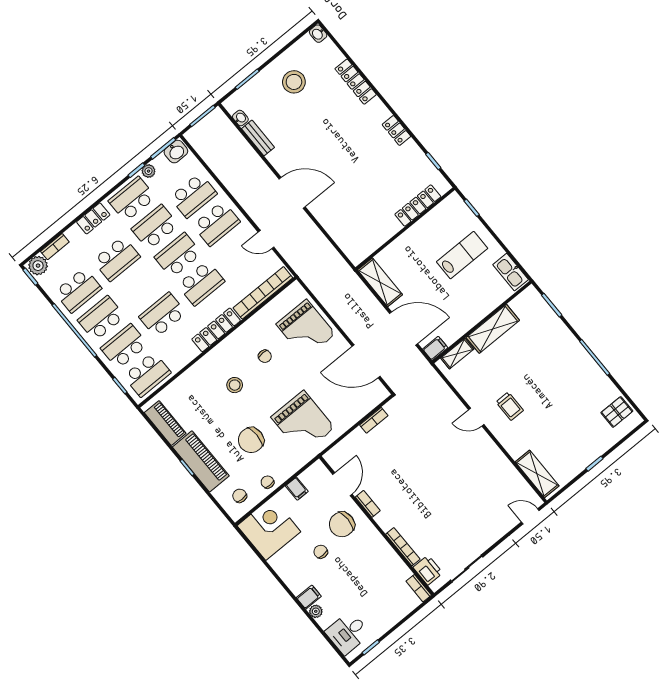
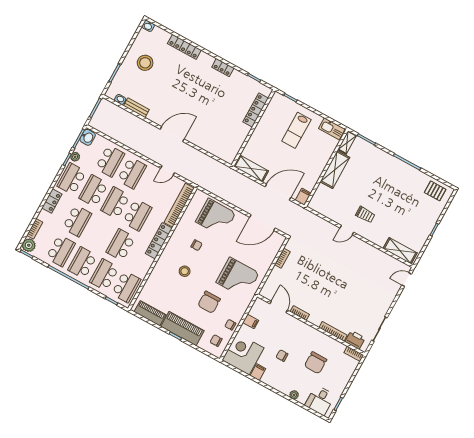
lab bench: (462, 255) -> (296, 130), turned 180
shelving: (457, 354) -> (347, 142), moved
pallet: (617, 412) -> (435, 191), turned 90
chair: (342, 524) -> (316, 363), moved
filing cabinet: (309, 597) -> (258, 372), moved

